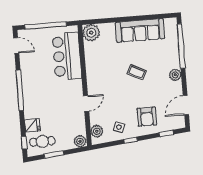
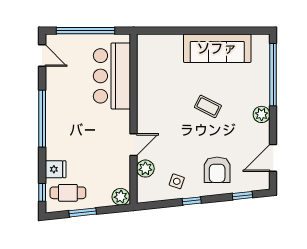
plant: (91, 33) -> (149, 46), removed
plant: (97, 131) -> (145, 169), moved

